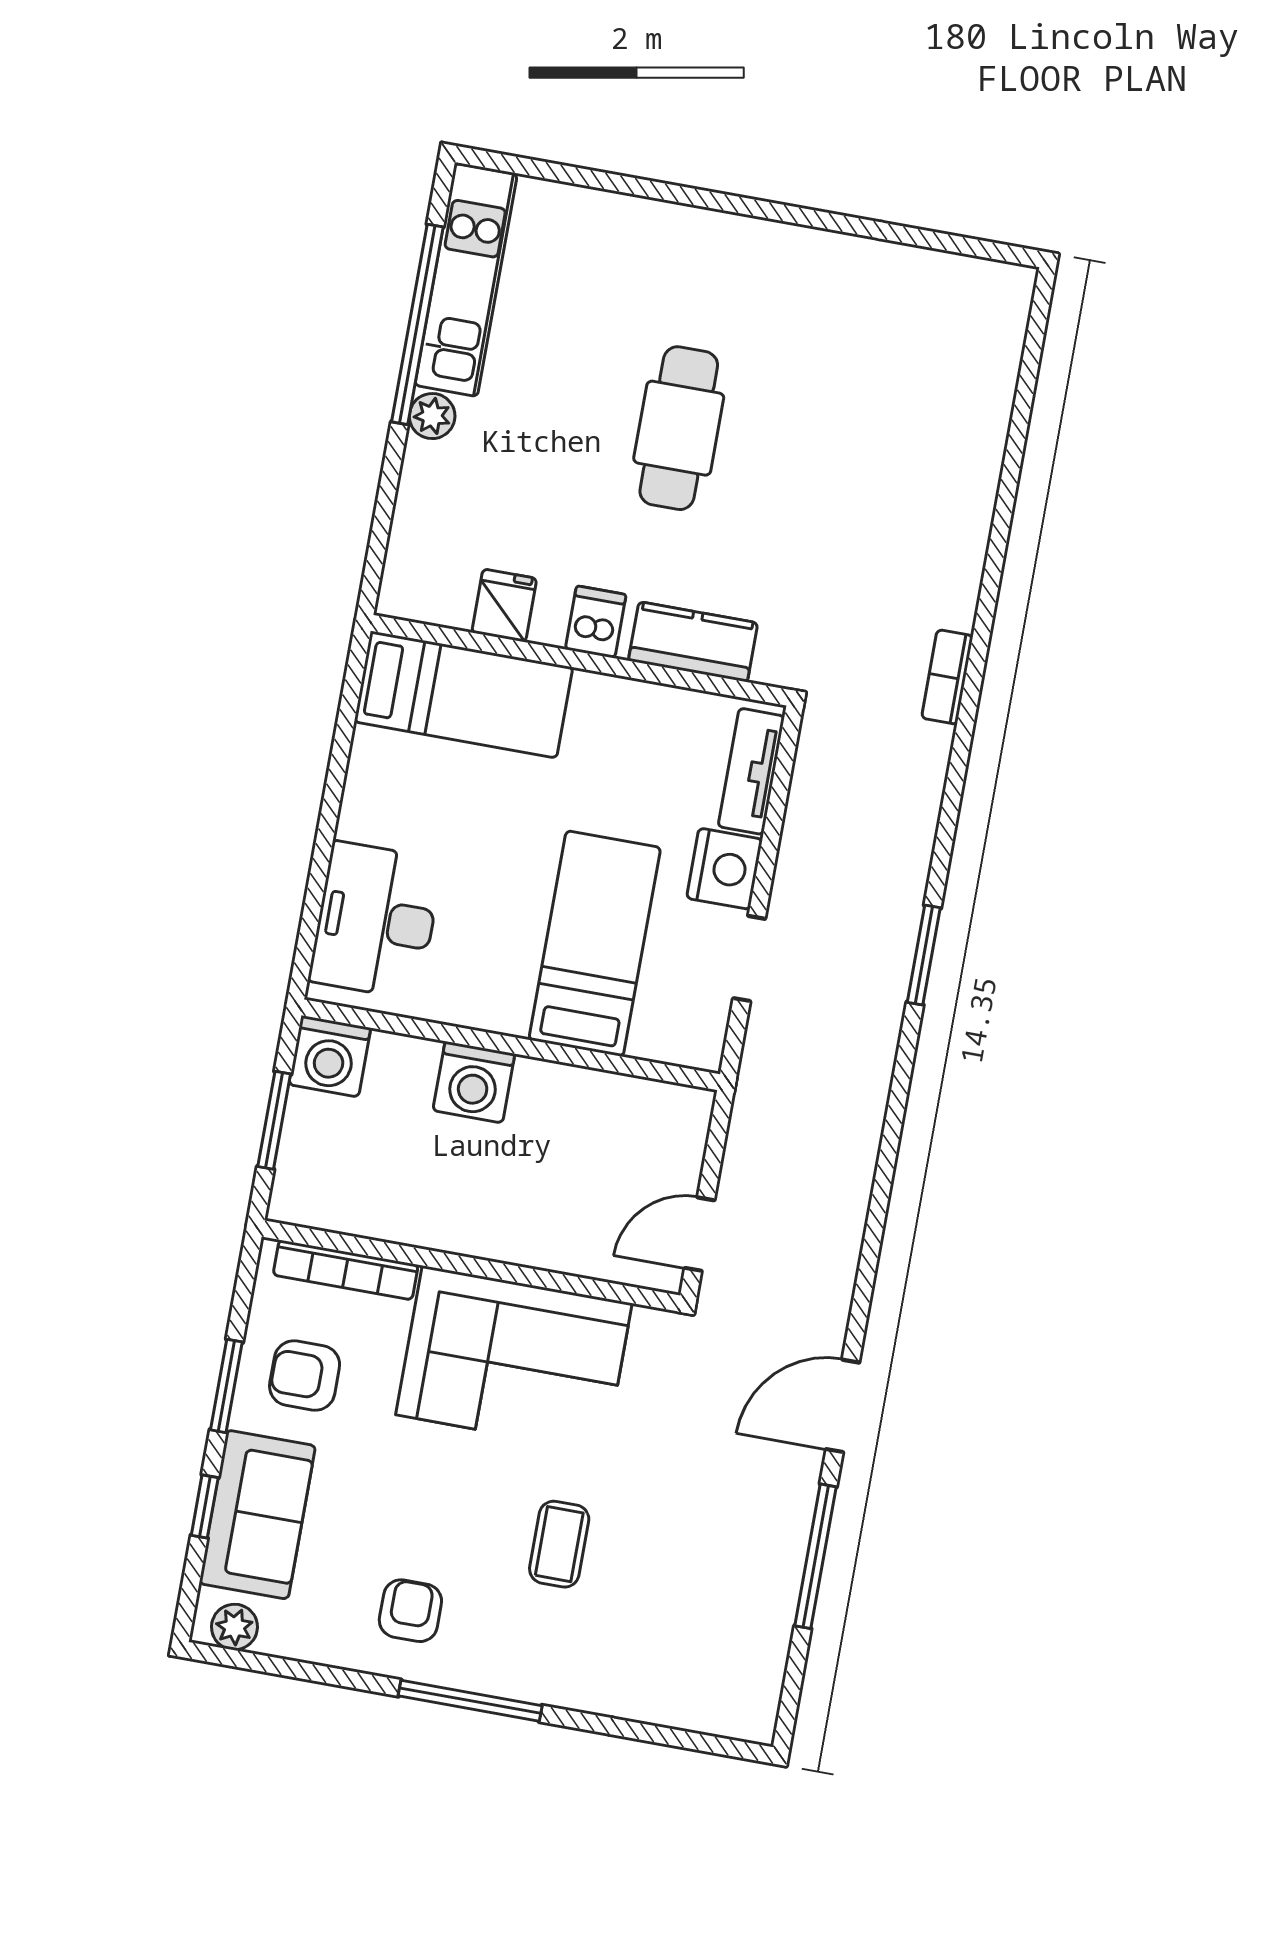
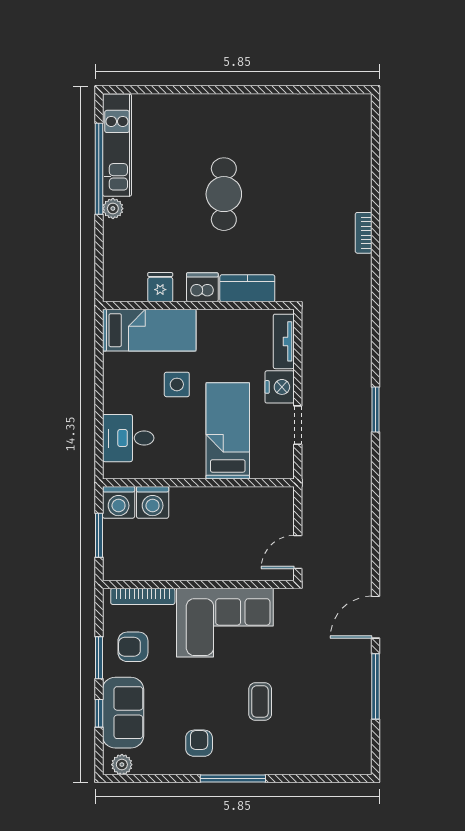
dishwasher: (596, 622) -> (202, 287), width x1.38
bookcase: (947, 677) -> (364, 233), moved
side table: (502, 823) -> (177, 384), added
desk: (376, 920) -> (128, 438), width x0.73
washing machine: (474, 1082) -> (153, 502), moved

